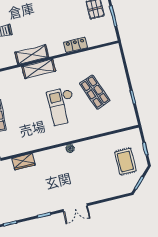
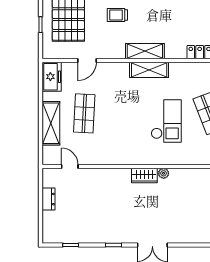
checkout: (62, 106) -> (166, 121), turned 180
wardrobe: (23, 162) -> (144, 176), moved

